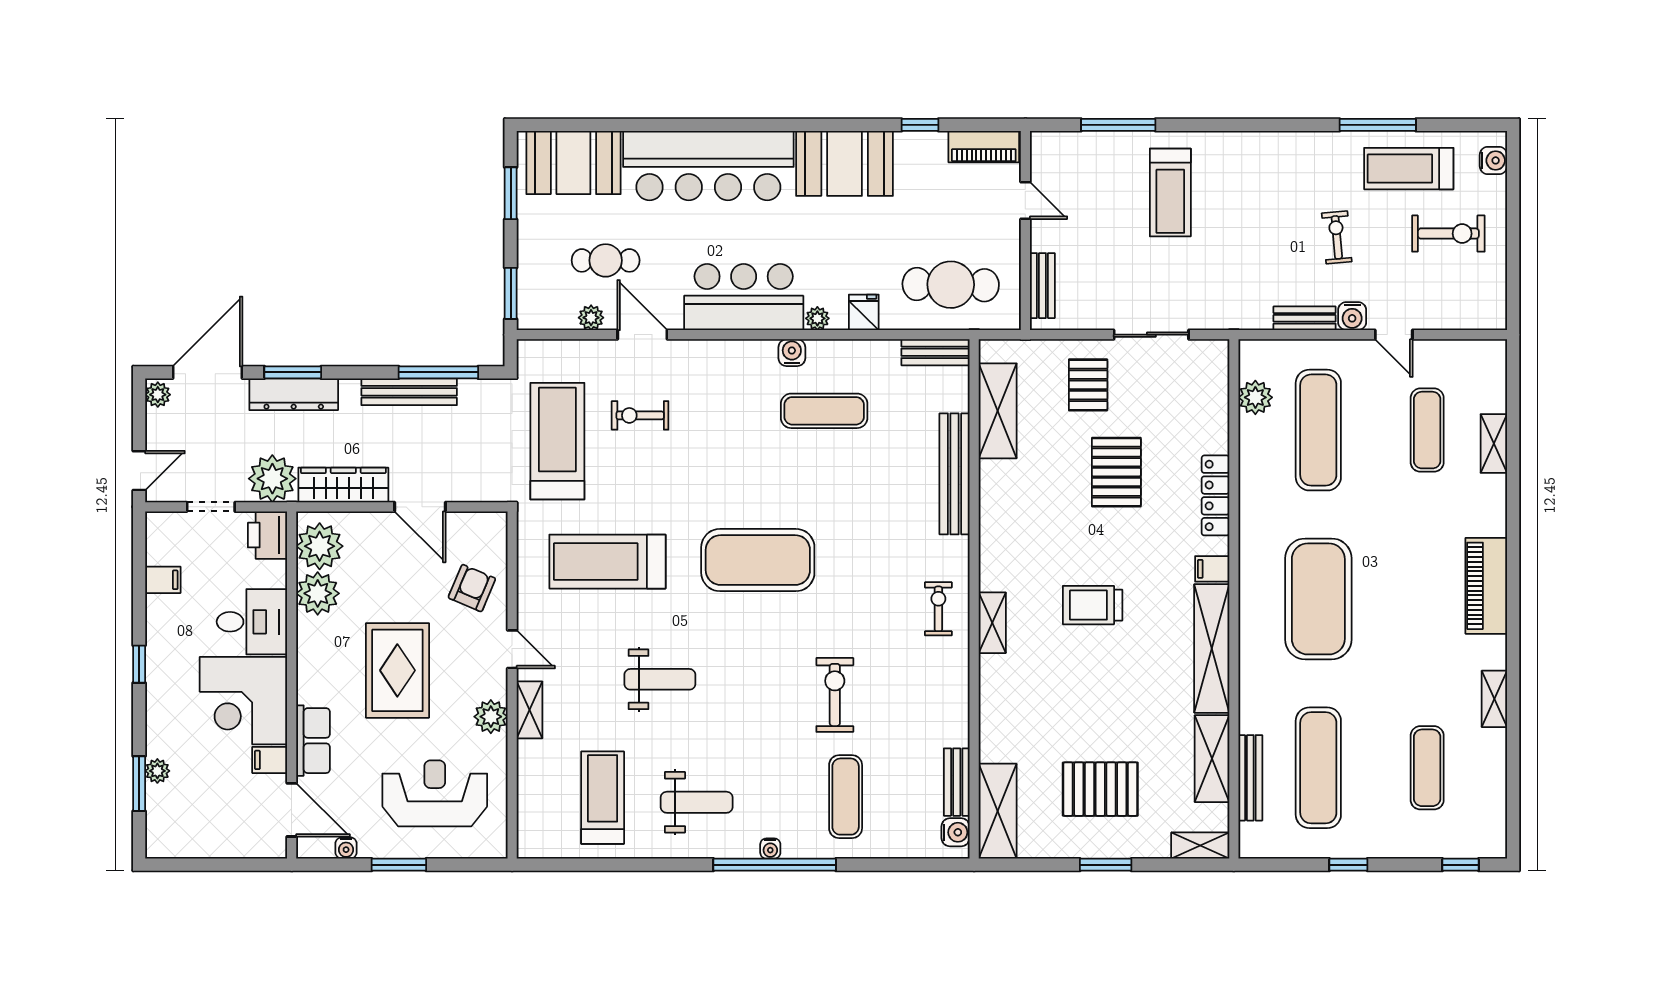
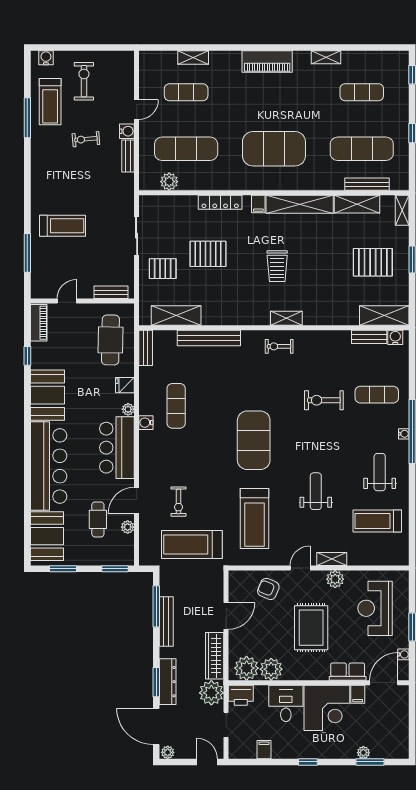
rug: (397, 670) -> (311, 628), turned 90
pallet: (1100, 789) -> (373, 262), turned 90

